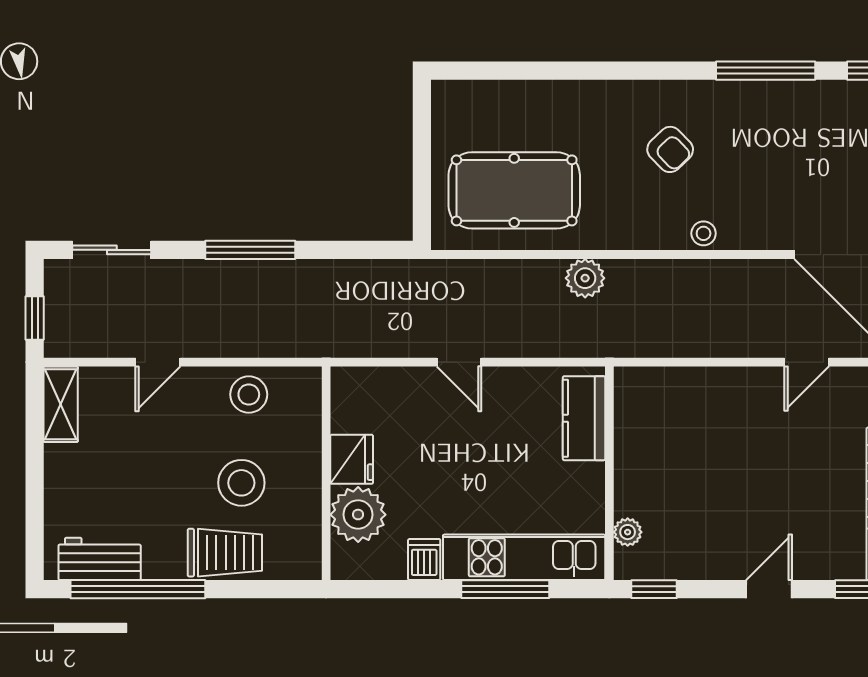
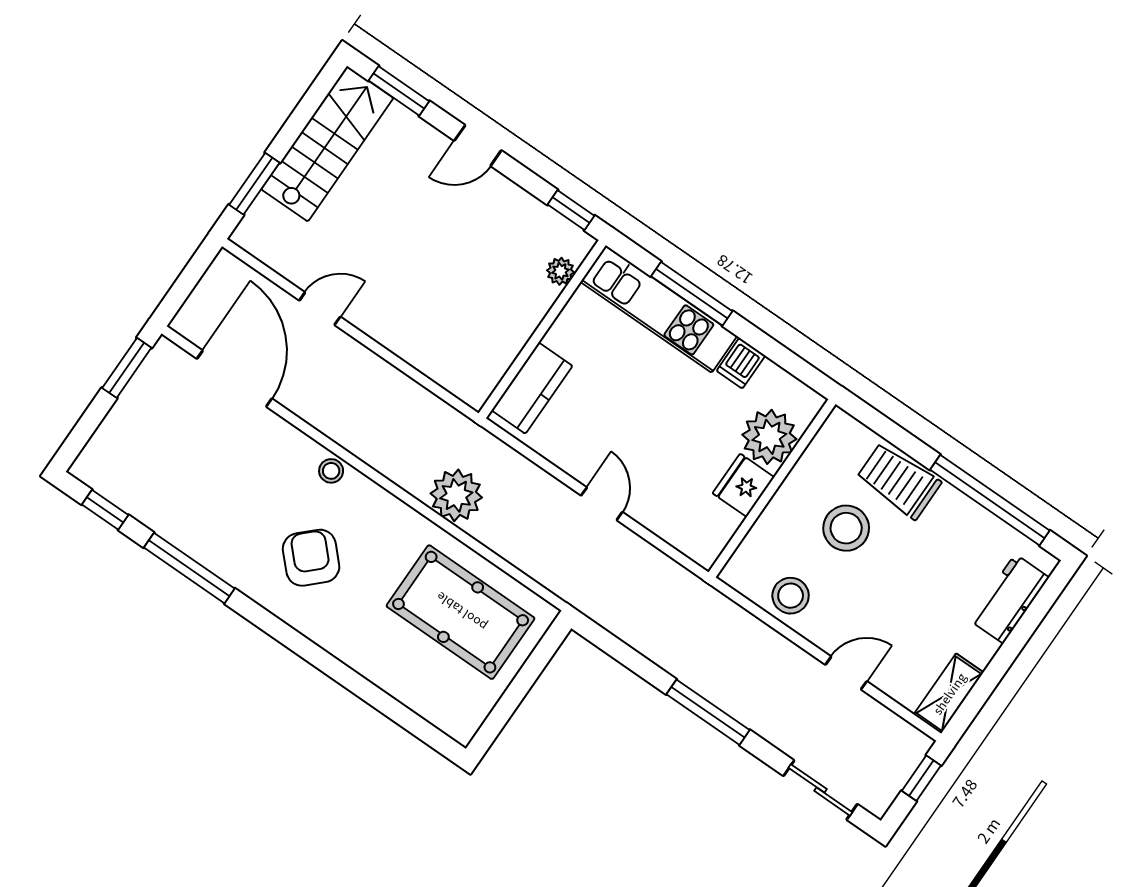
armchair: (670, 149) -> (311, 558), width x1.38, depth x1.38
plant: (585, 278) -> (456, 495), width x1.36, depth x1.36
workbench: (100, 559) -> (1009, 599), moved, turned 90

